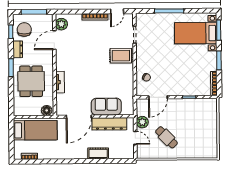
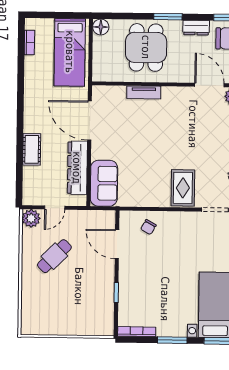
dining table: (31, 81) -> (146, 47), turned 90
sofa: (106, 107) -> (104, 183), moved
floor lamp: (47, 110) -> (101, 27), moved
plant: (142, 122) -> (31, 218), moved

